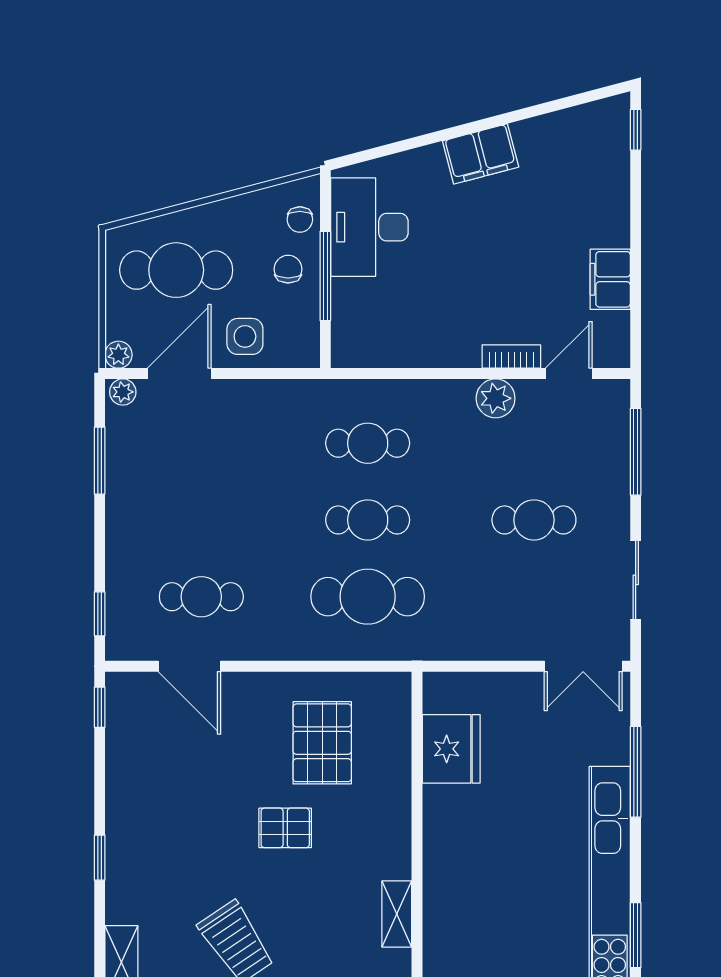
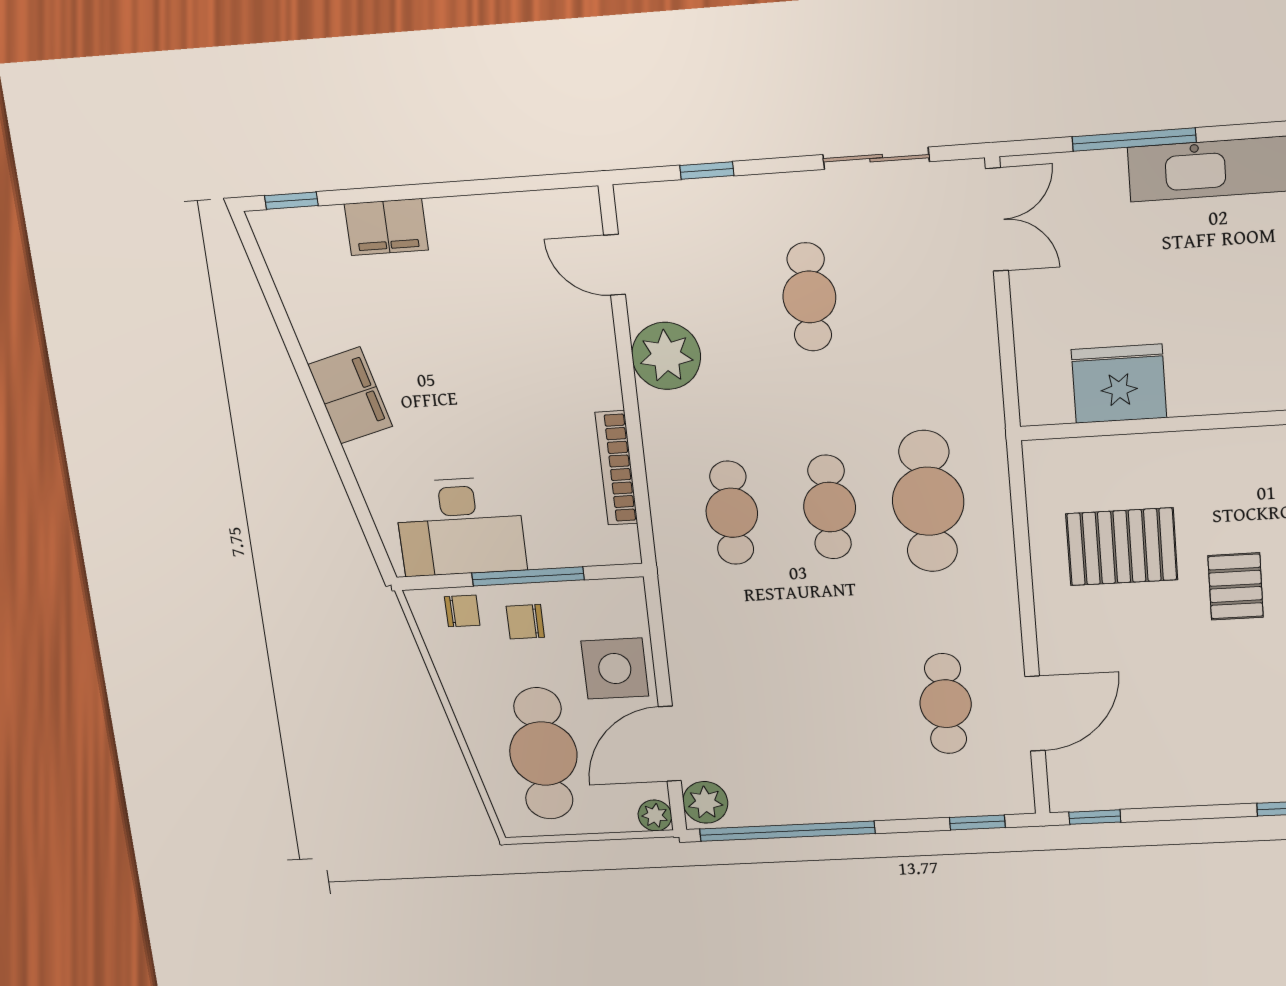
filing cabinet: (610, 279) -> (386, 227), moved
side table: (245, 336) -> (615, 669), width x1.37, depth x1.37
bookcase: (511, 357) -> (616, 468), moved, width x1.56
door: (179, 374) -> (670, 744), hinge flipped
plant: (123, 392) -> (705, 802), width x1.38, depth x1.38
plant: (496, 398) -> (666, 356), width x1.36, depth x1.36
window: (636, 452) -> (707, 170), width x0.46
window: (100, 461) -> (787, 831), width x2.11

